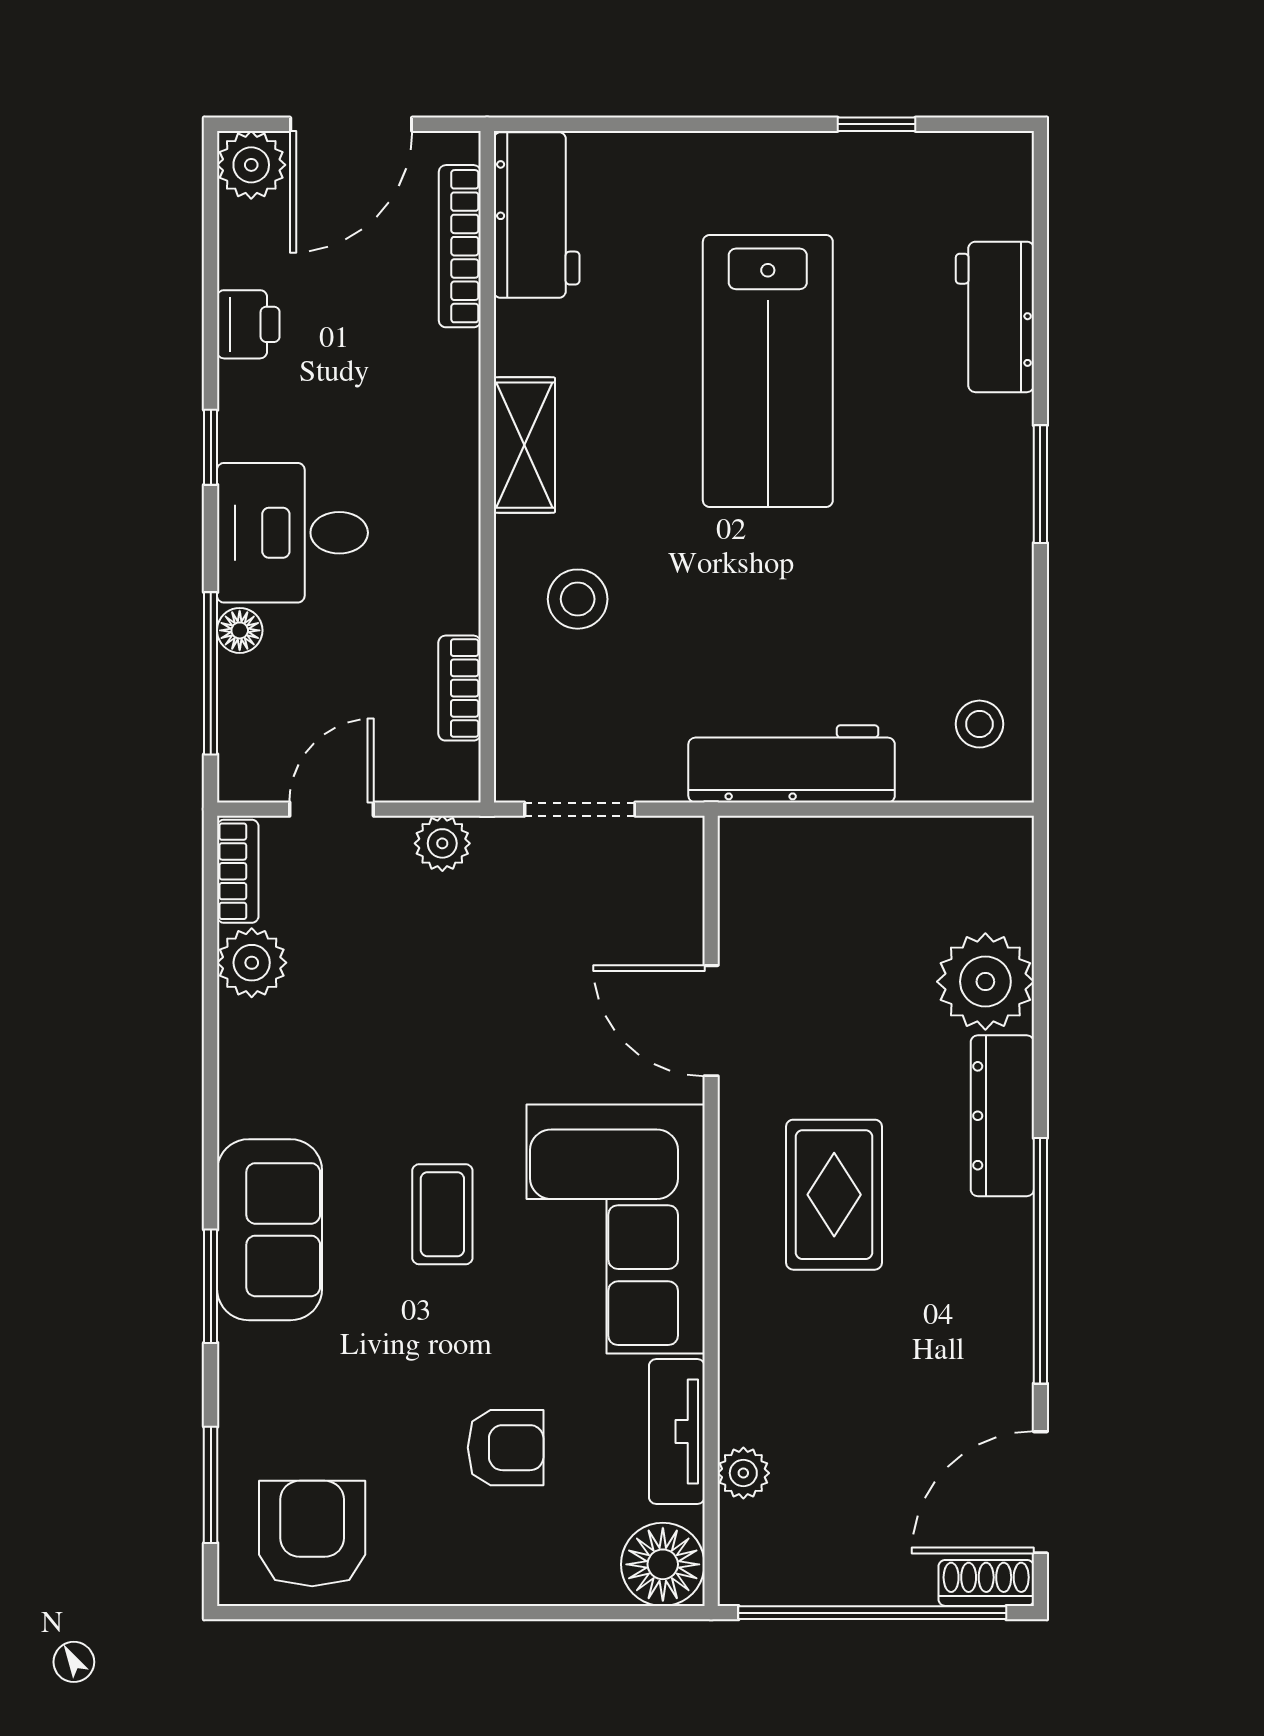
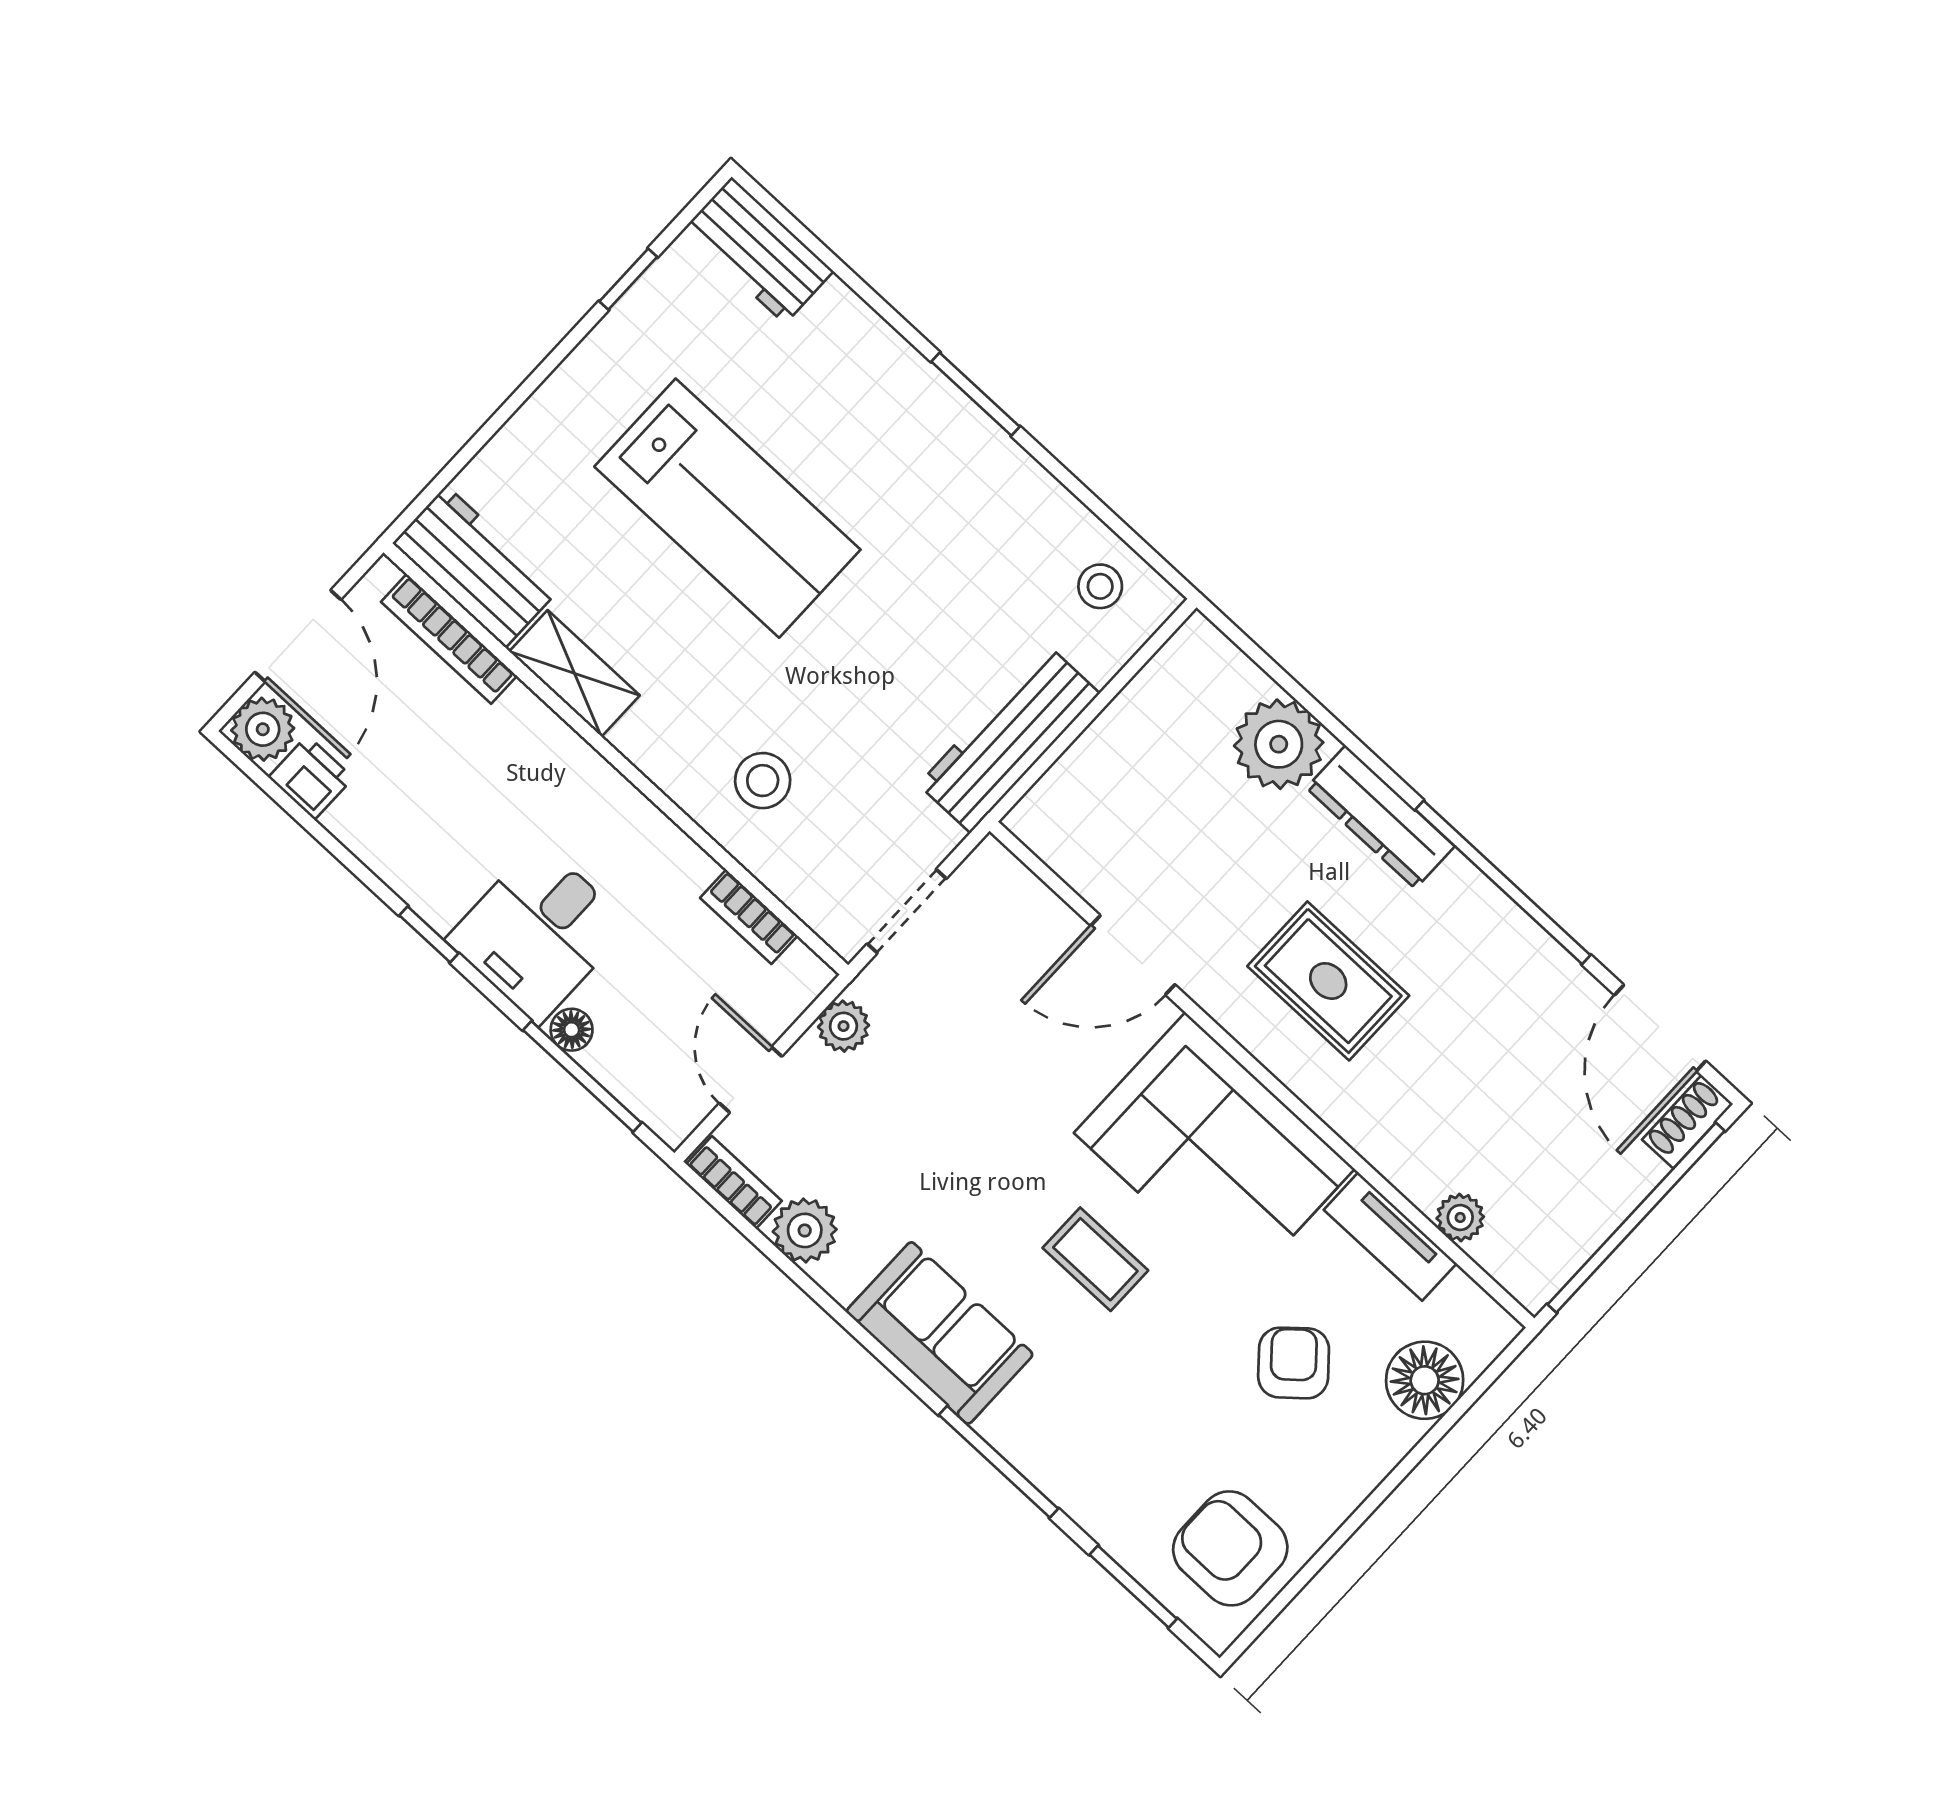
workbench: (995, 317) -> (758, 250), moved
printer: (248, 324) -> (311, 777), moved
shelving: (524, 445) -> (574, 673), moved
sofa: (270, 1230) -> (940, 1333), moved
window: (211, 1286) -> (998, 1462), width x1.44
armchair: (506, 1448) -> (1294, 1363), turned -41
floor lamp: (663, 1564) -> (1425, 1380), moved

